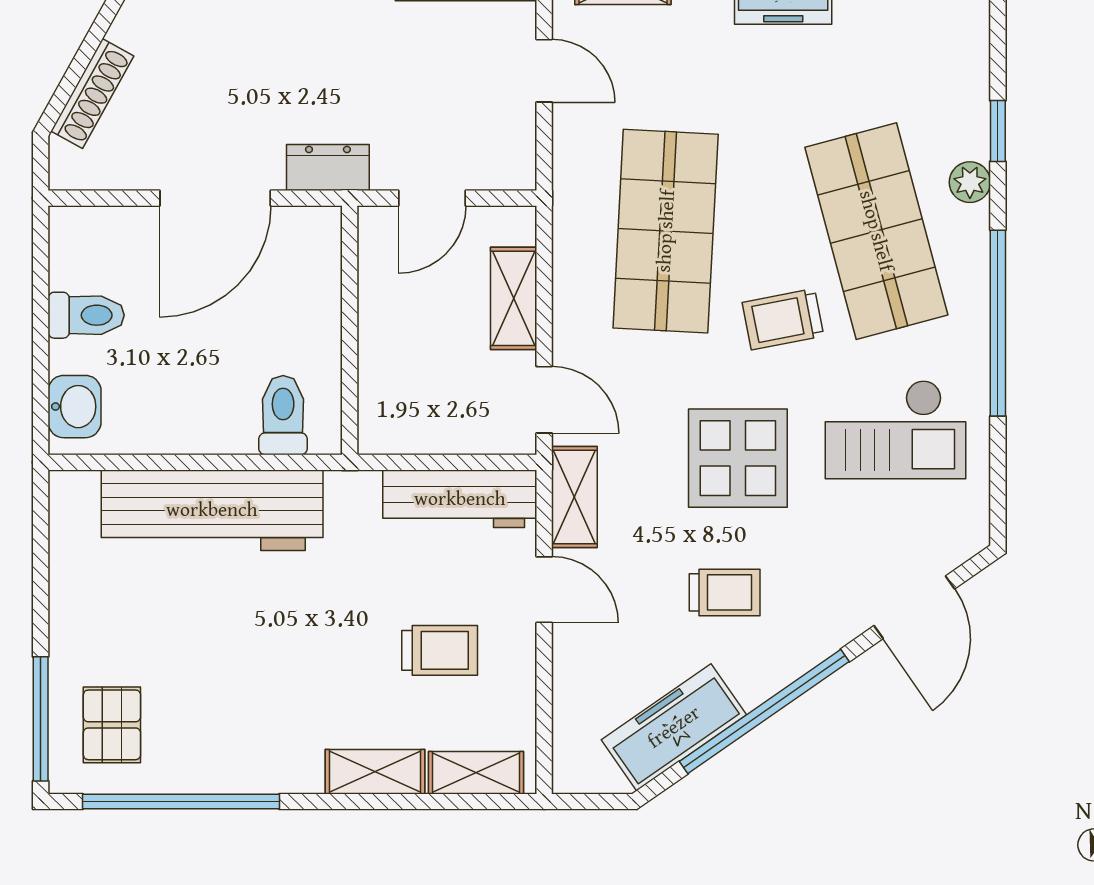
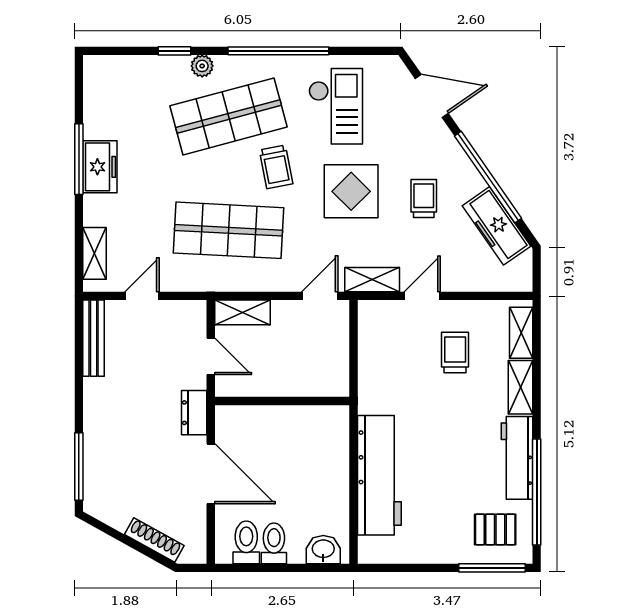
shelving: (514, 298) -> (242, 312), moved
toilet: (283, 415) -> (246, 542), moved, turned 90
workbench: (460, 499) -> (517, 458), moved, turned 180

